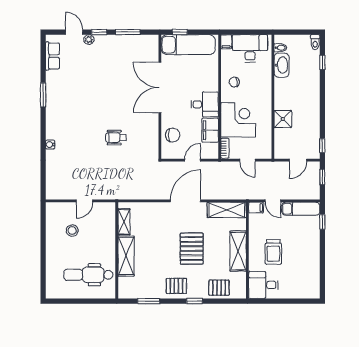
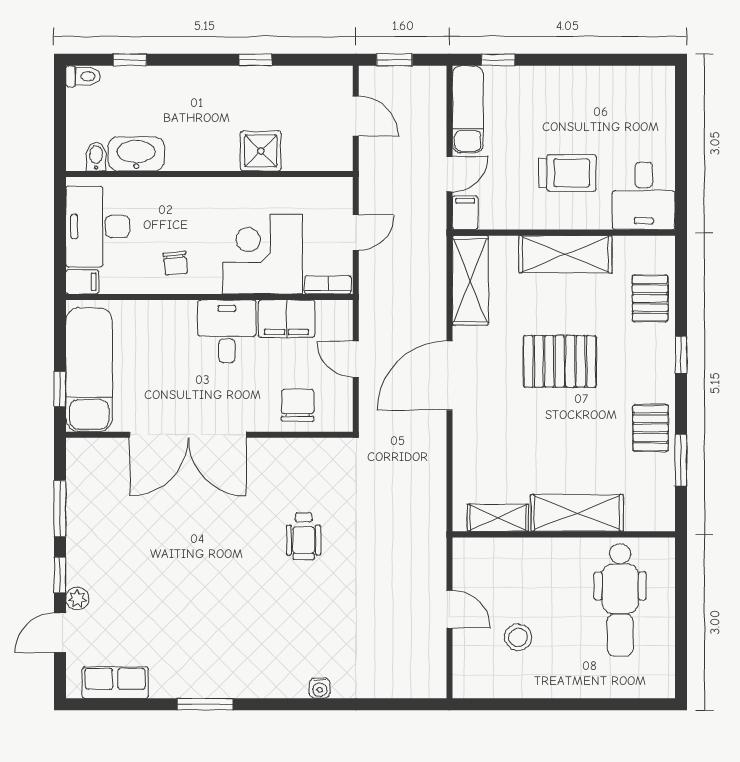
window: (322, 146) -> (255, 60), moved
door: (186, 201) -> (450, 376), hinge flipped
pallet: (176, 286) -> (651, 428), moved

